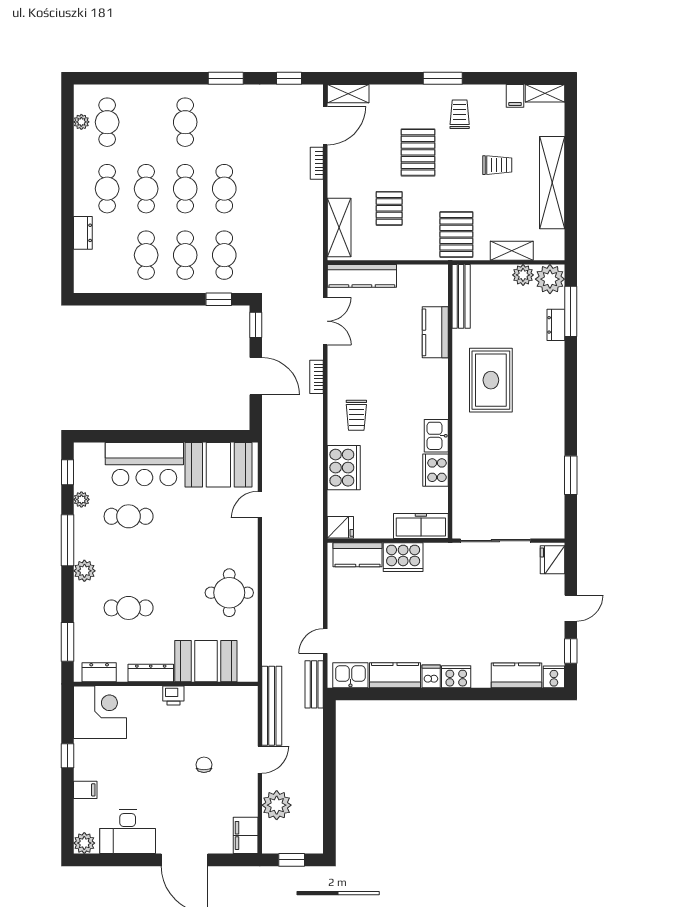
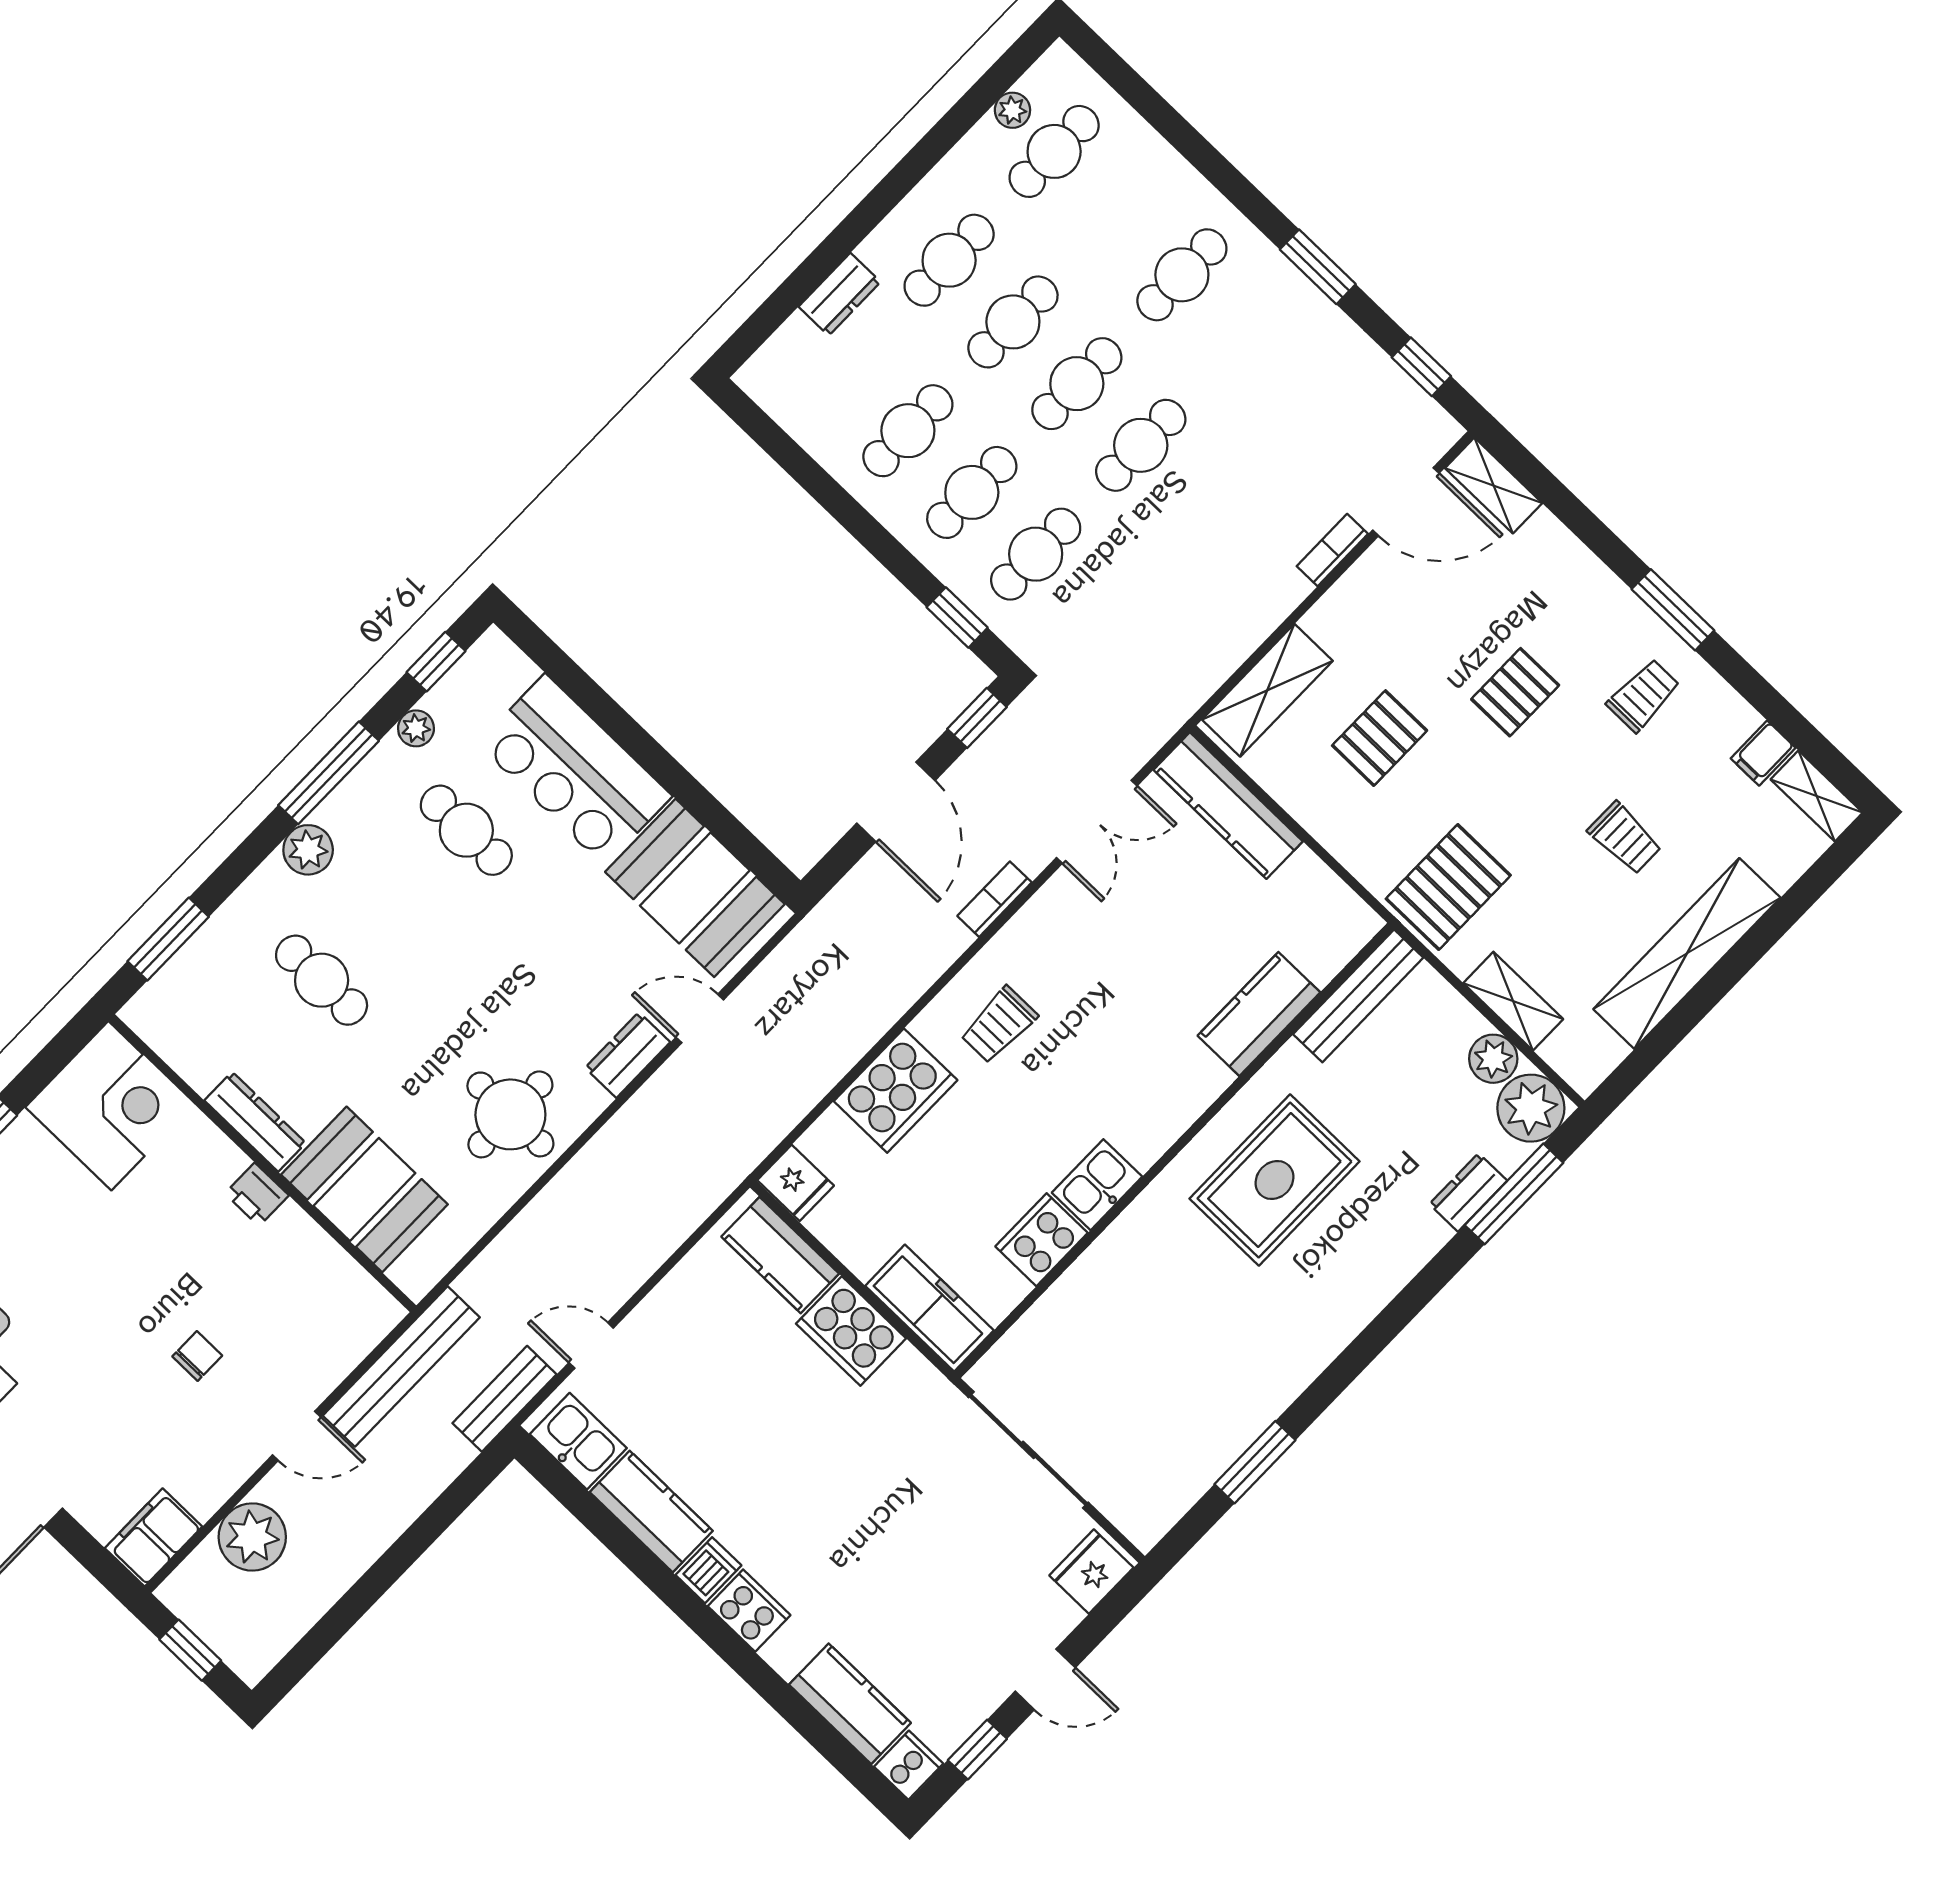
pallet: (418, 152) -> (1515, 692), width x0.67, depth x0.71
dresser: (99, 672) -> (628, 1055), moved, turned -90

